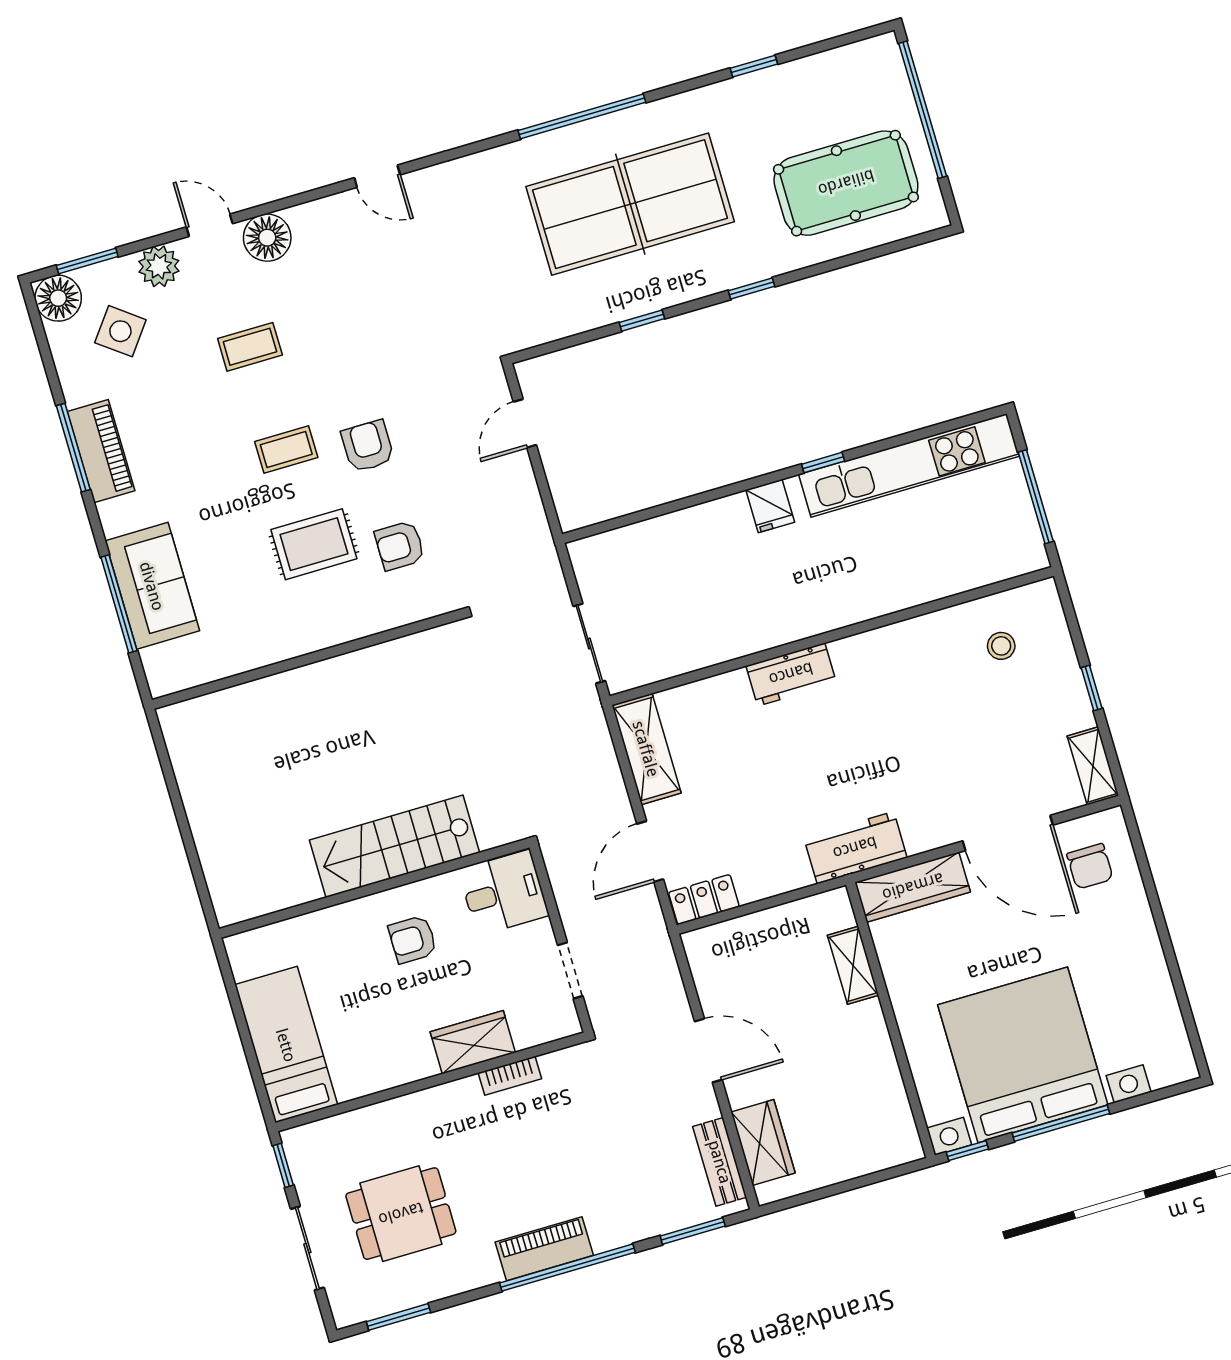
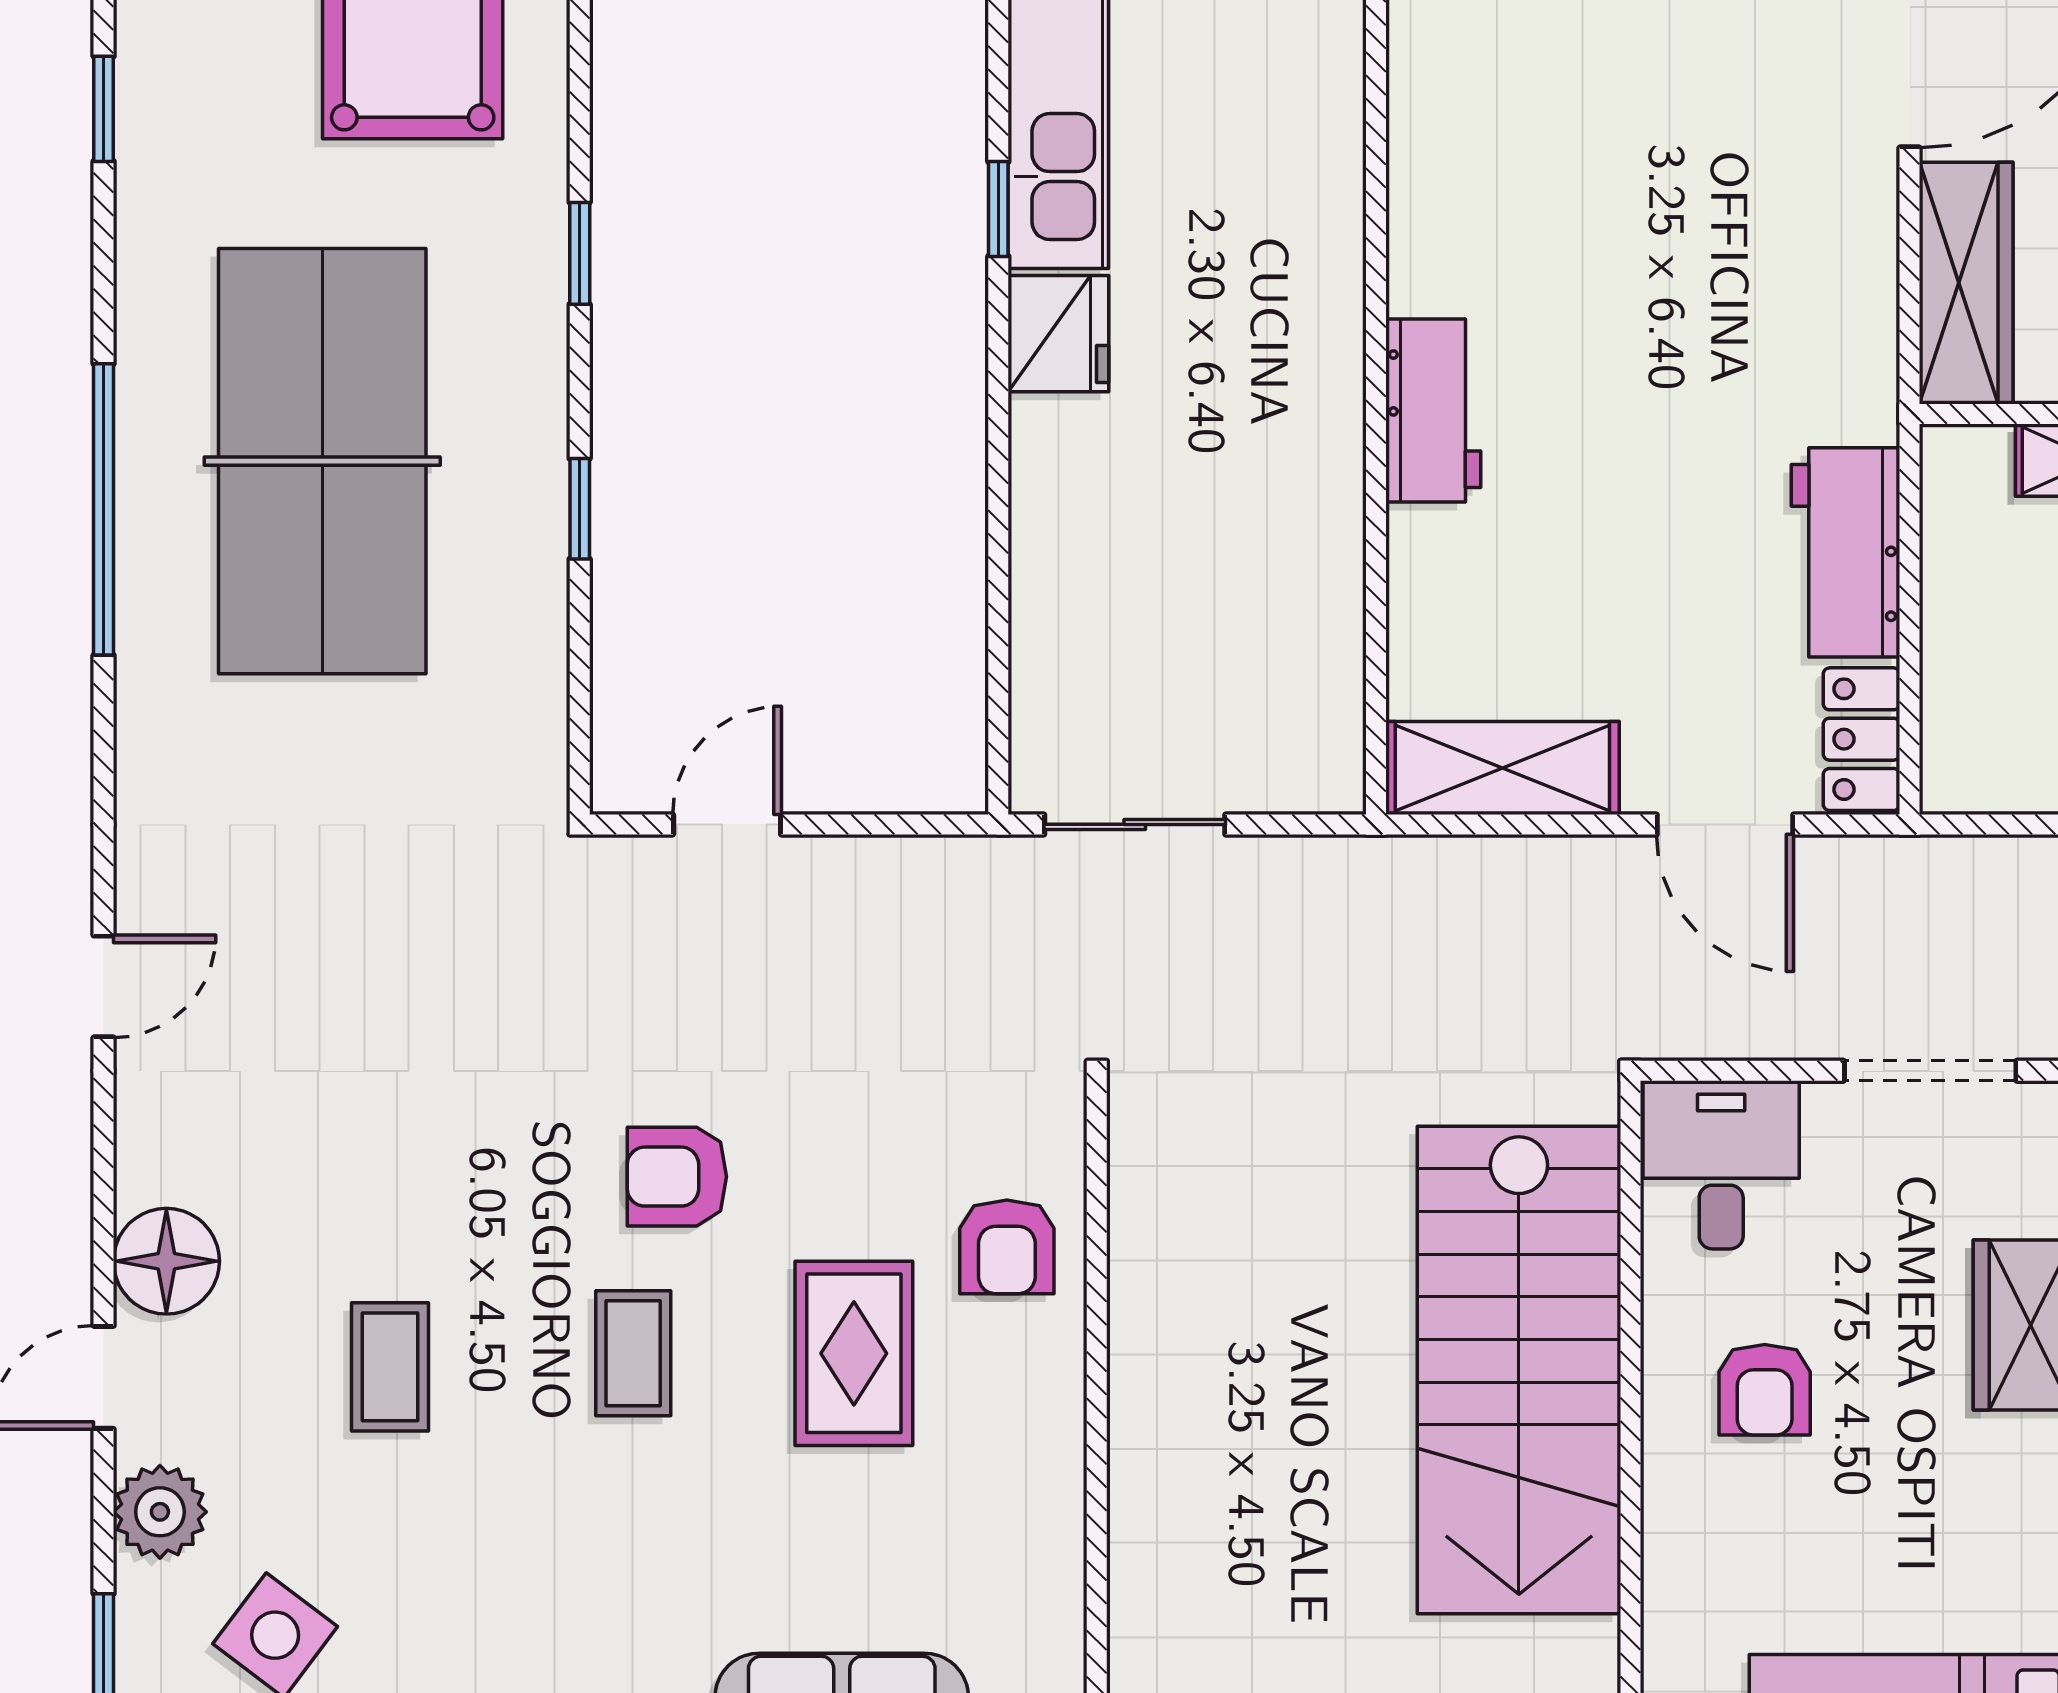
door: (525, 423) -> (727, 824), swing flipped
fridge: (770, 506) -> (1058, 334), width x1.38
armchair: (400, 546) -> (1007, 1247), moved
sliding door: (589, 644) -> (1135, 824), moved
stairs: (395, 846) -> (1519, 1370), width x1.36, depth x1.51
workbench: (855, 848) -> (1846, 552), moved
doorway: (570, 971) -> (1930, 1071), width x1.38

